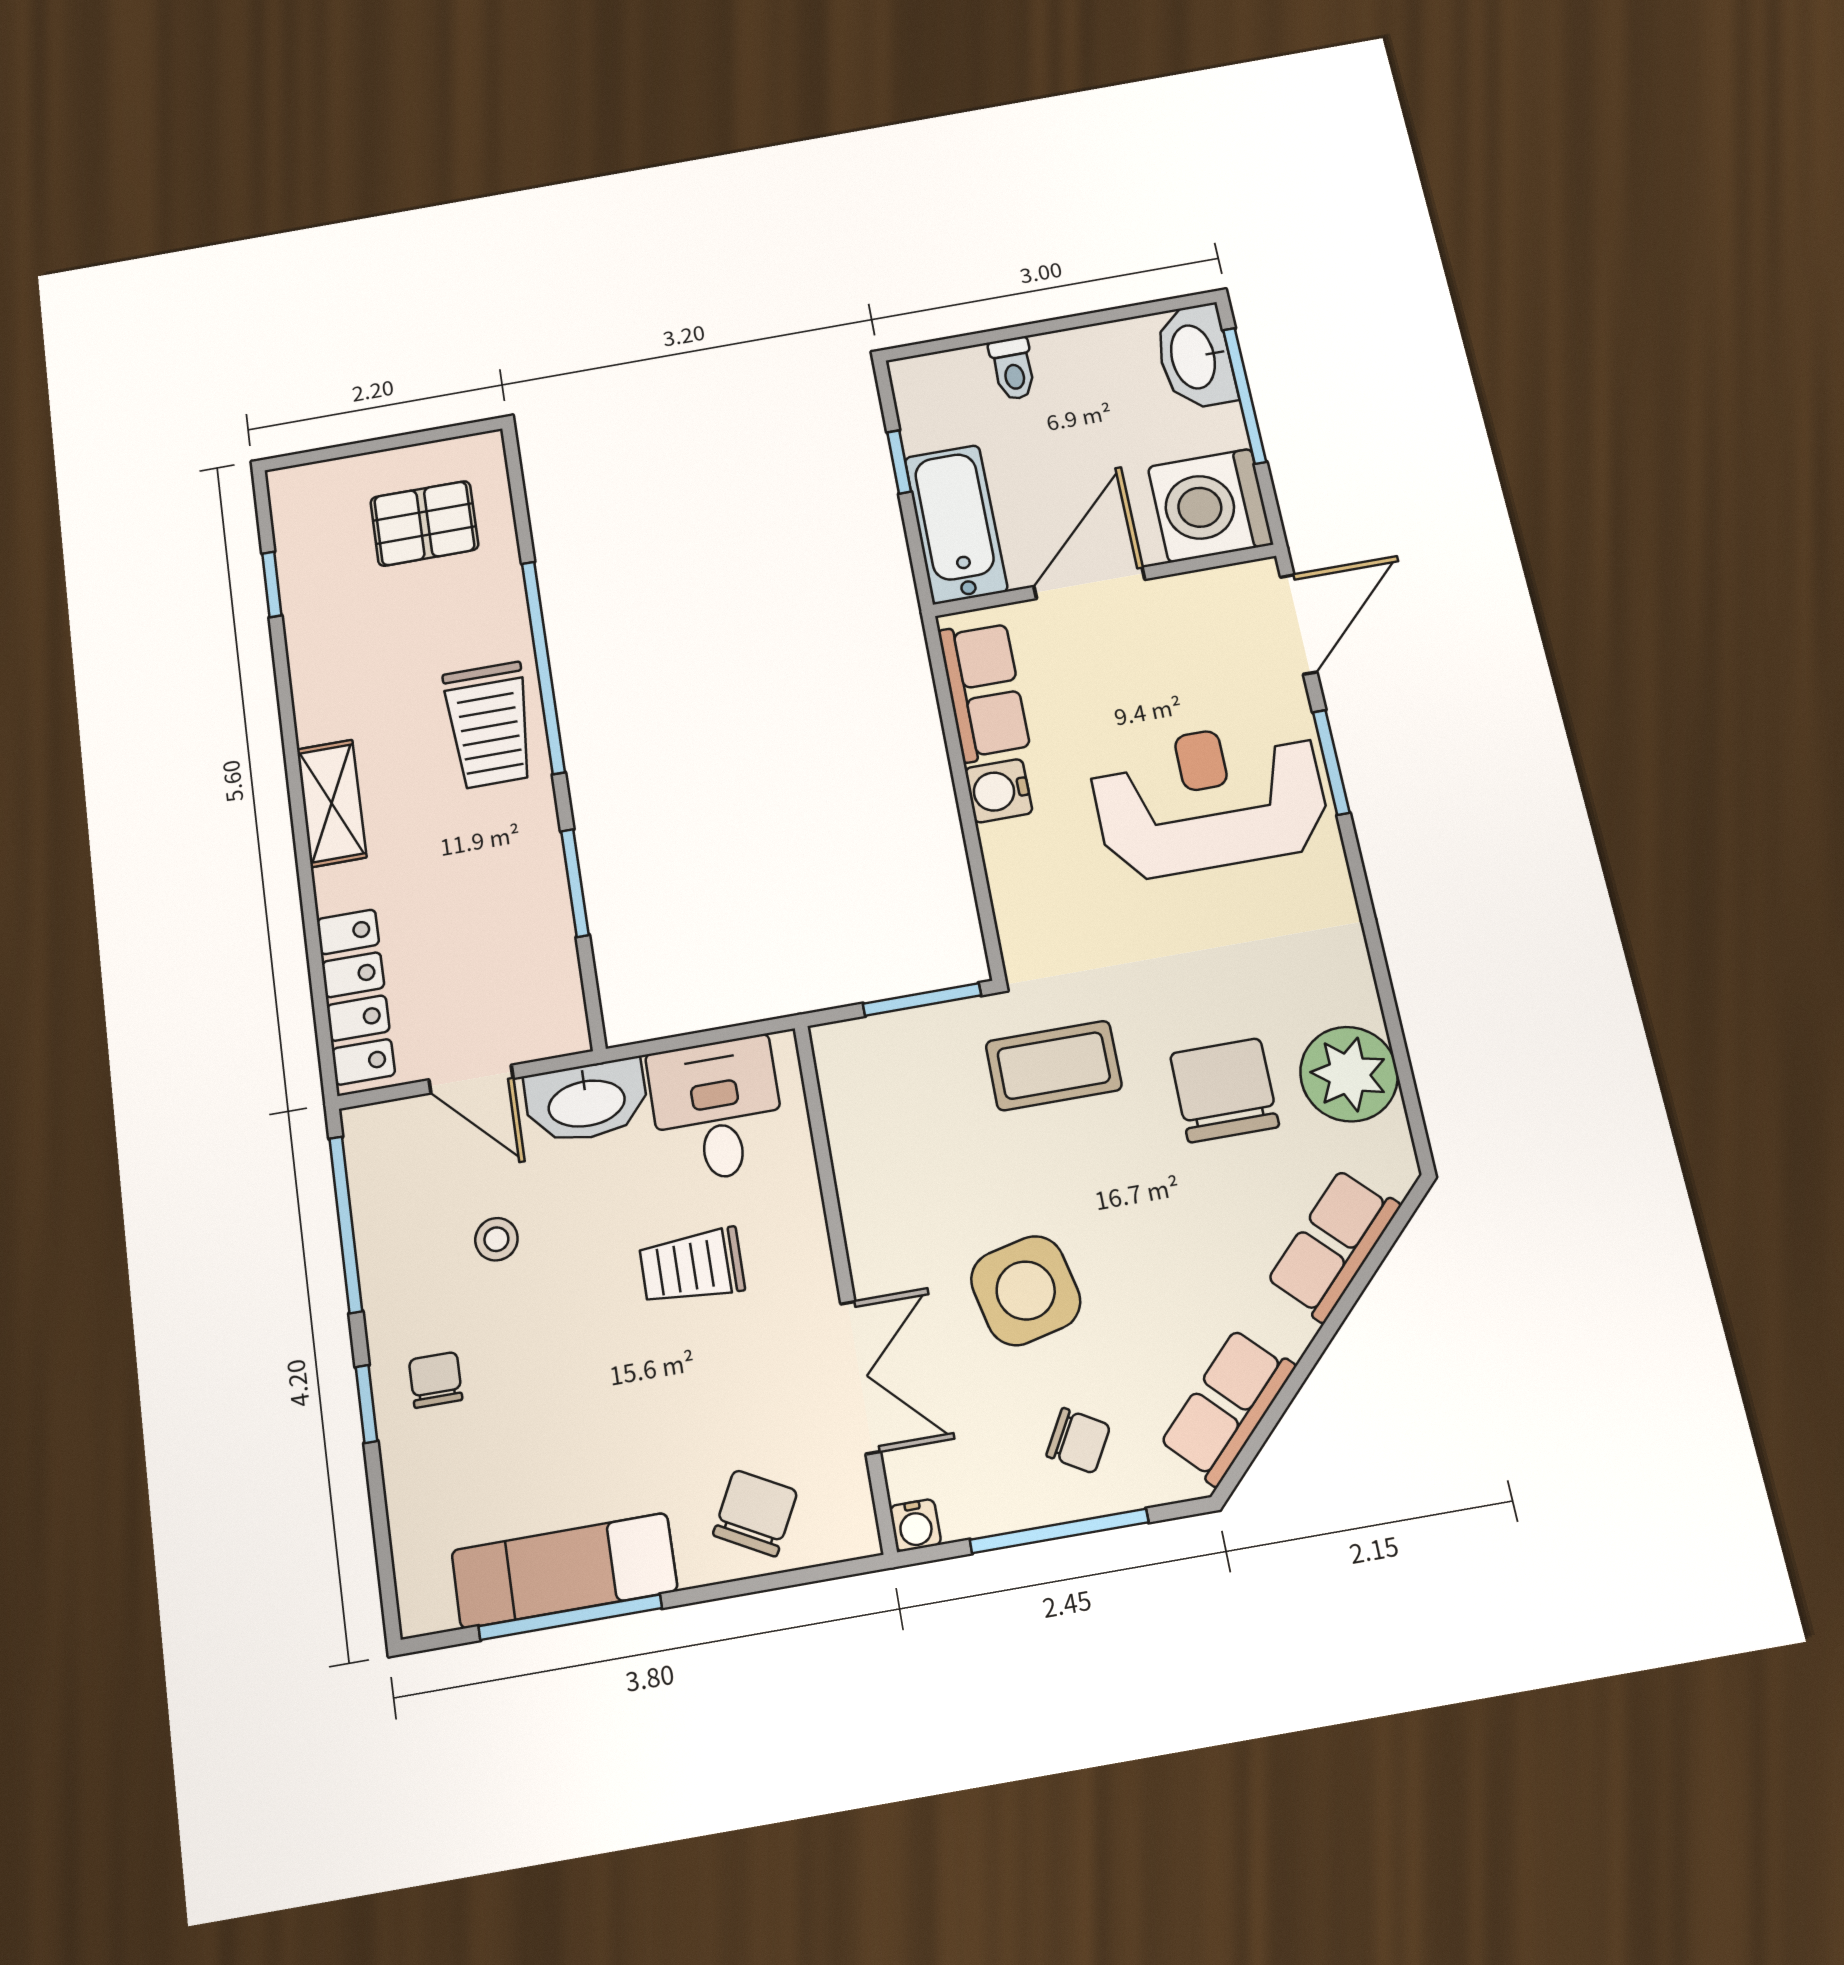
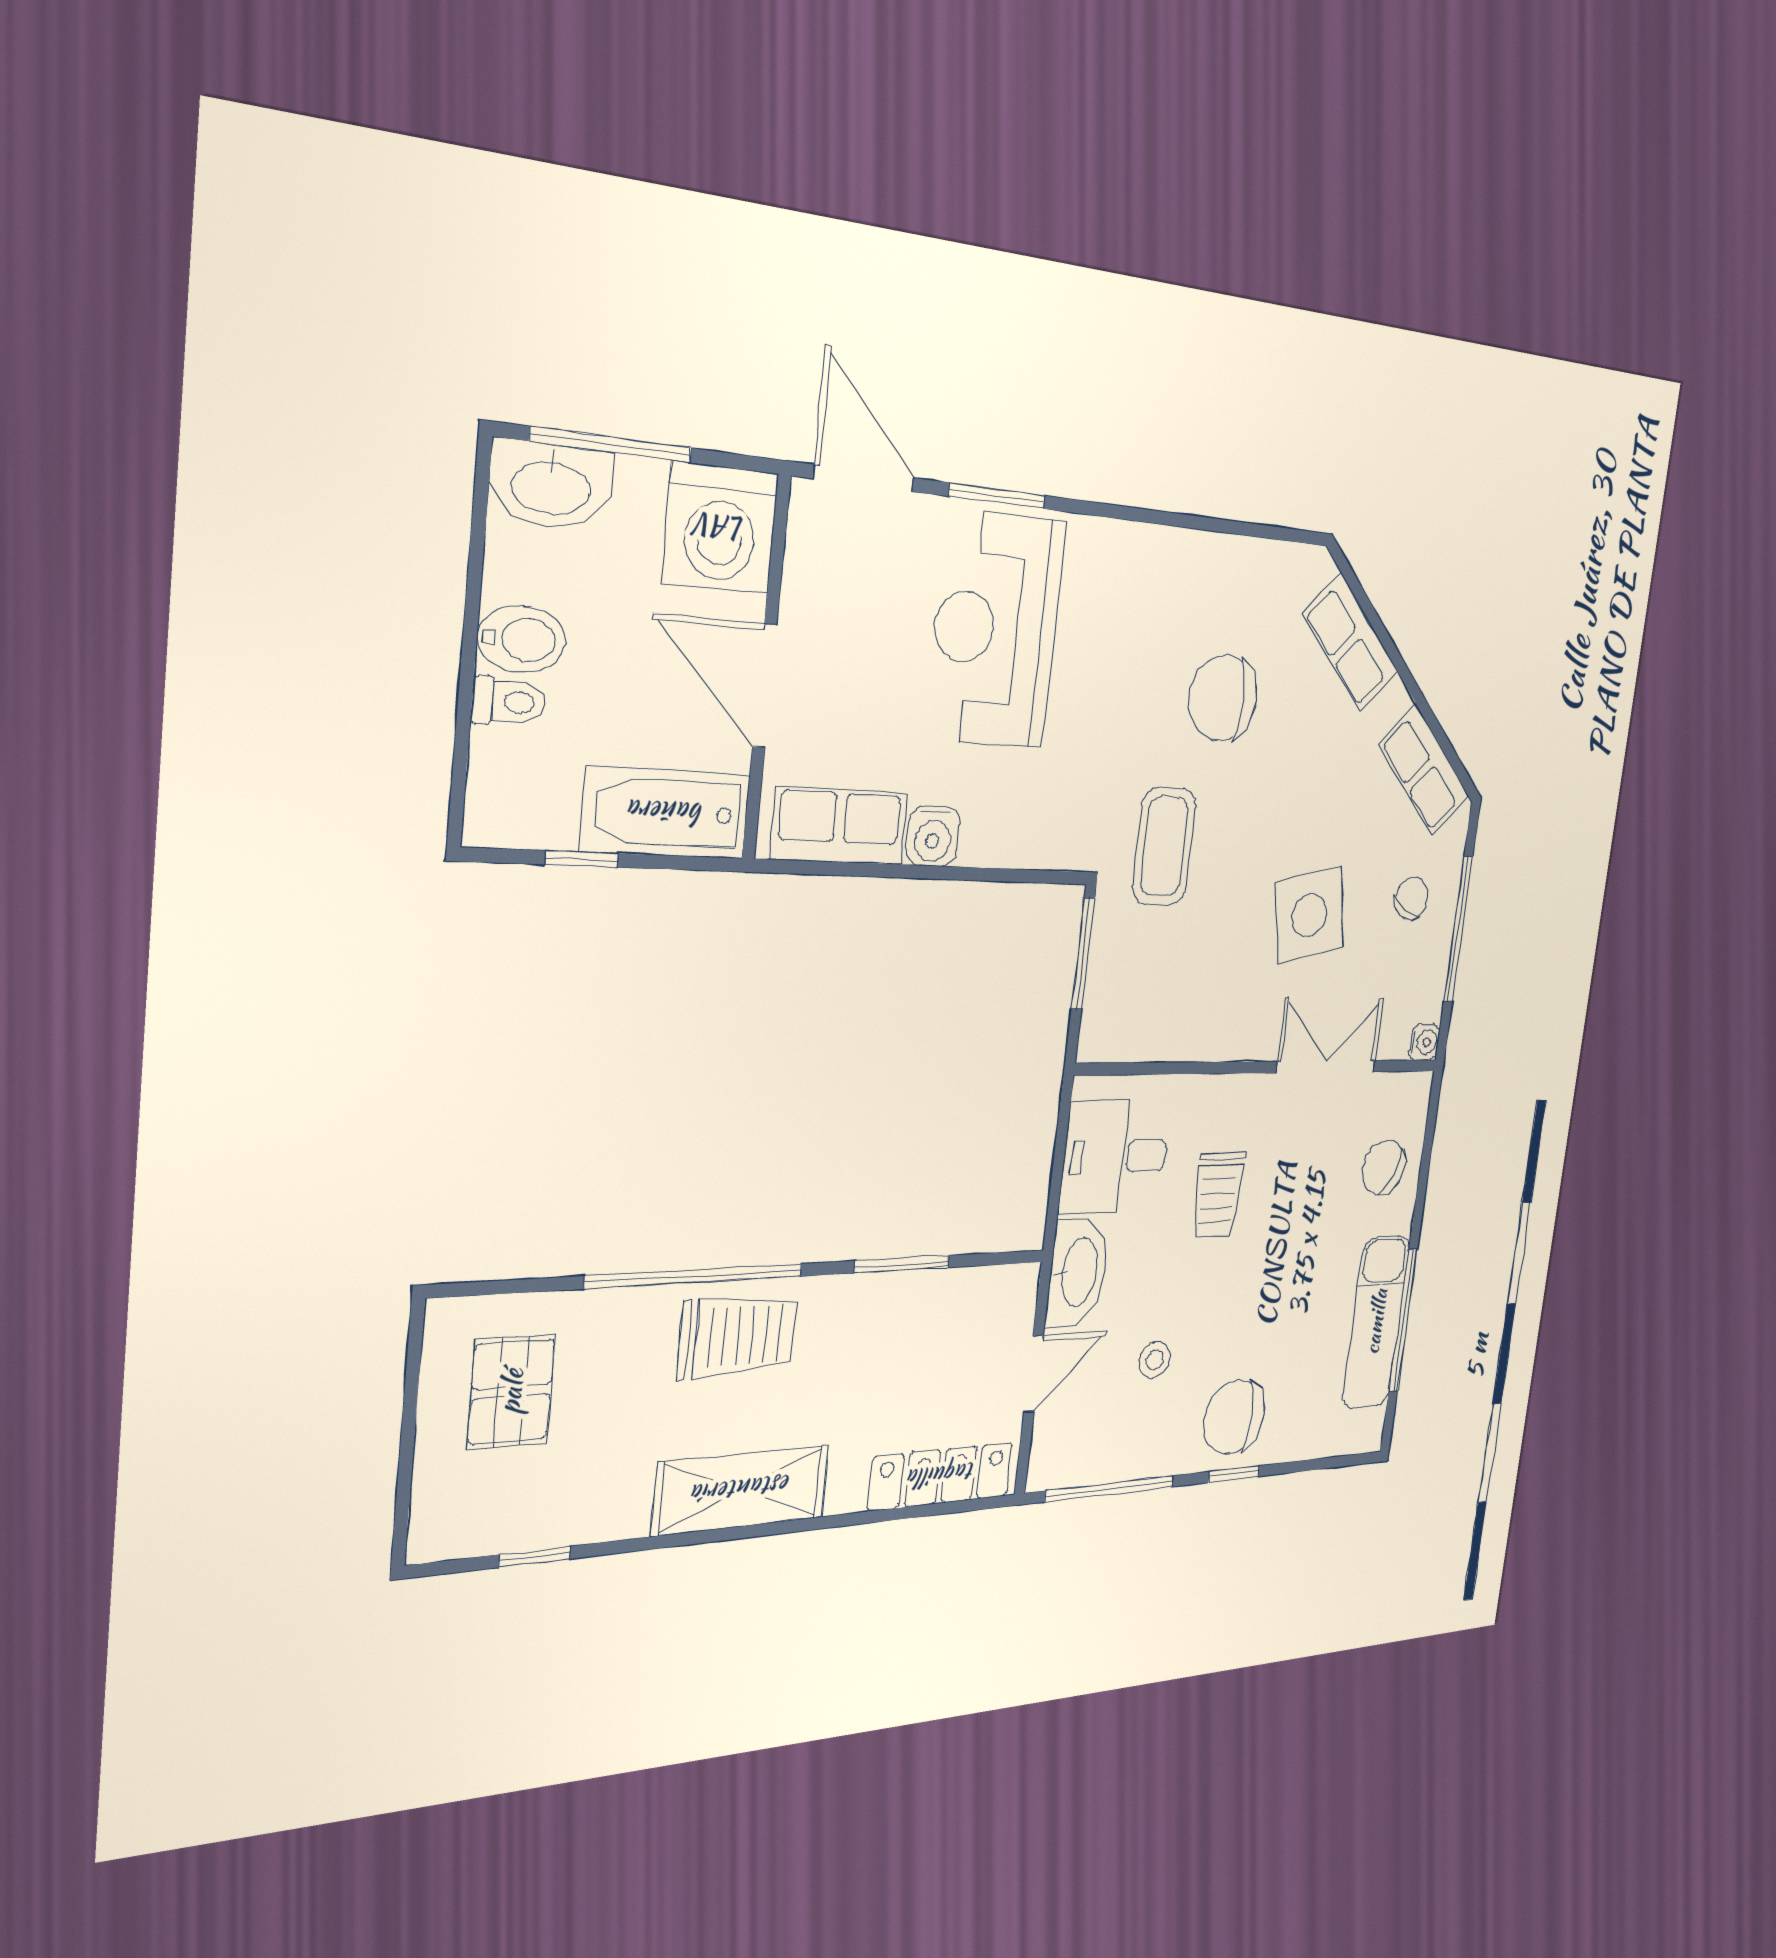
bidet: (1066, 365) -> (522, 639), added
shelving: (332, 803) -> (741, 1490), width x1.50, depth x1.33
plant: (1349, 1074) -> (1242, 581), removed
chair: (436, 1380) -> (1234, 1417), width x1.87, depth x1.87

